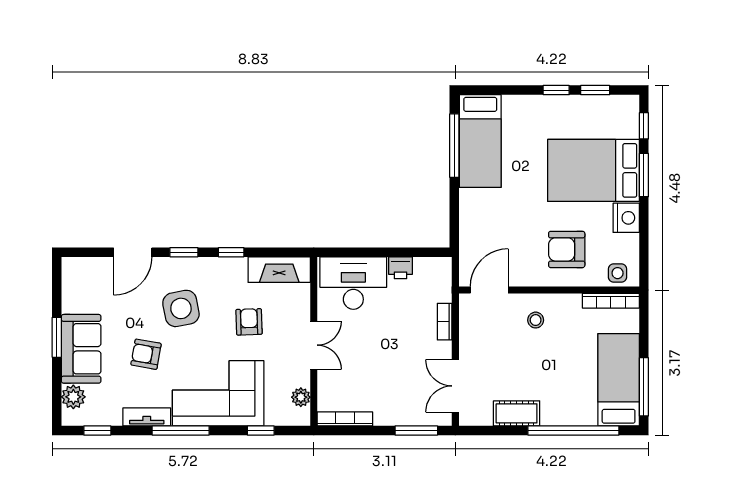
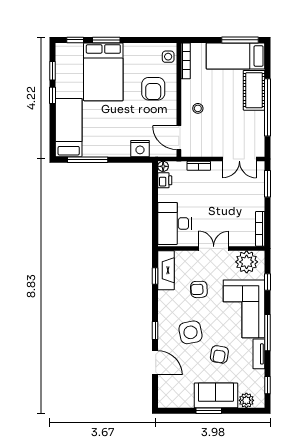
bed: (480, 141) -> (69, 128), moved, turned -90
nightstand: (626, 218) -> (140, 149), moved, turned 180
window: (231, 252) -> (155, 276), moved
floor lamp: (444, 265) -> (163, 166), added
printer: (401, 268) -> (165, 180), moved
plant: (301, 397) -> (247, 262), width x1.87, depth x1.87
cot: (517, 413) -> (254, 90), moved, width x1.37, depth x1.34
window: (573, 431) -> (268, 107), moved

